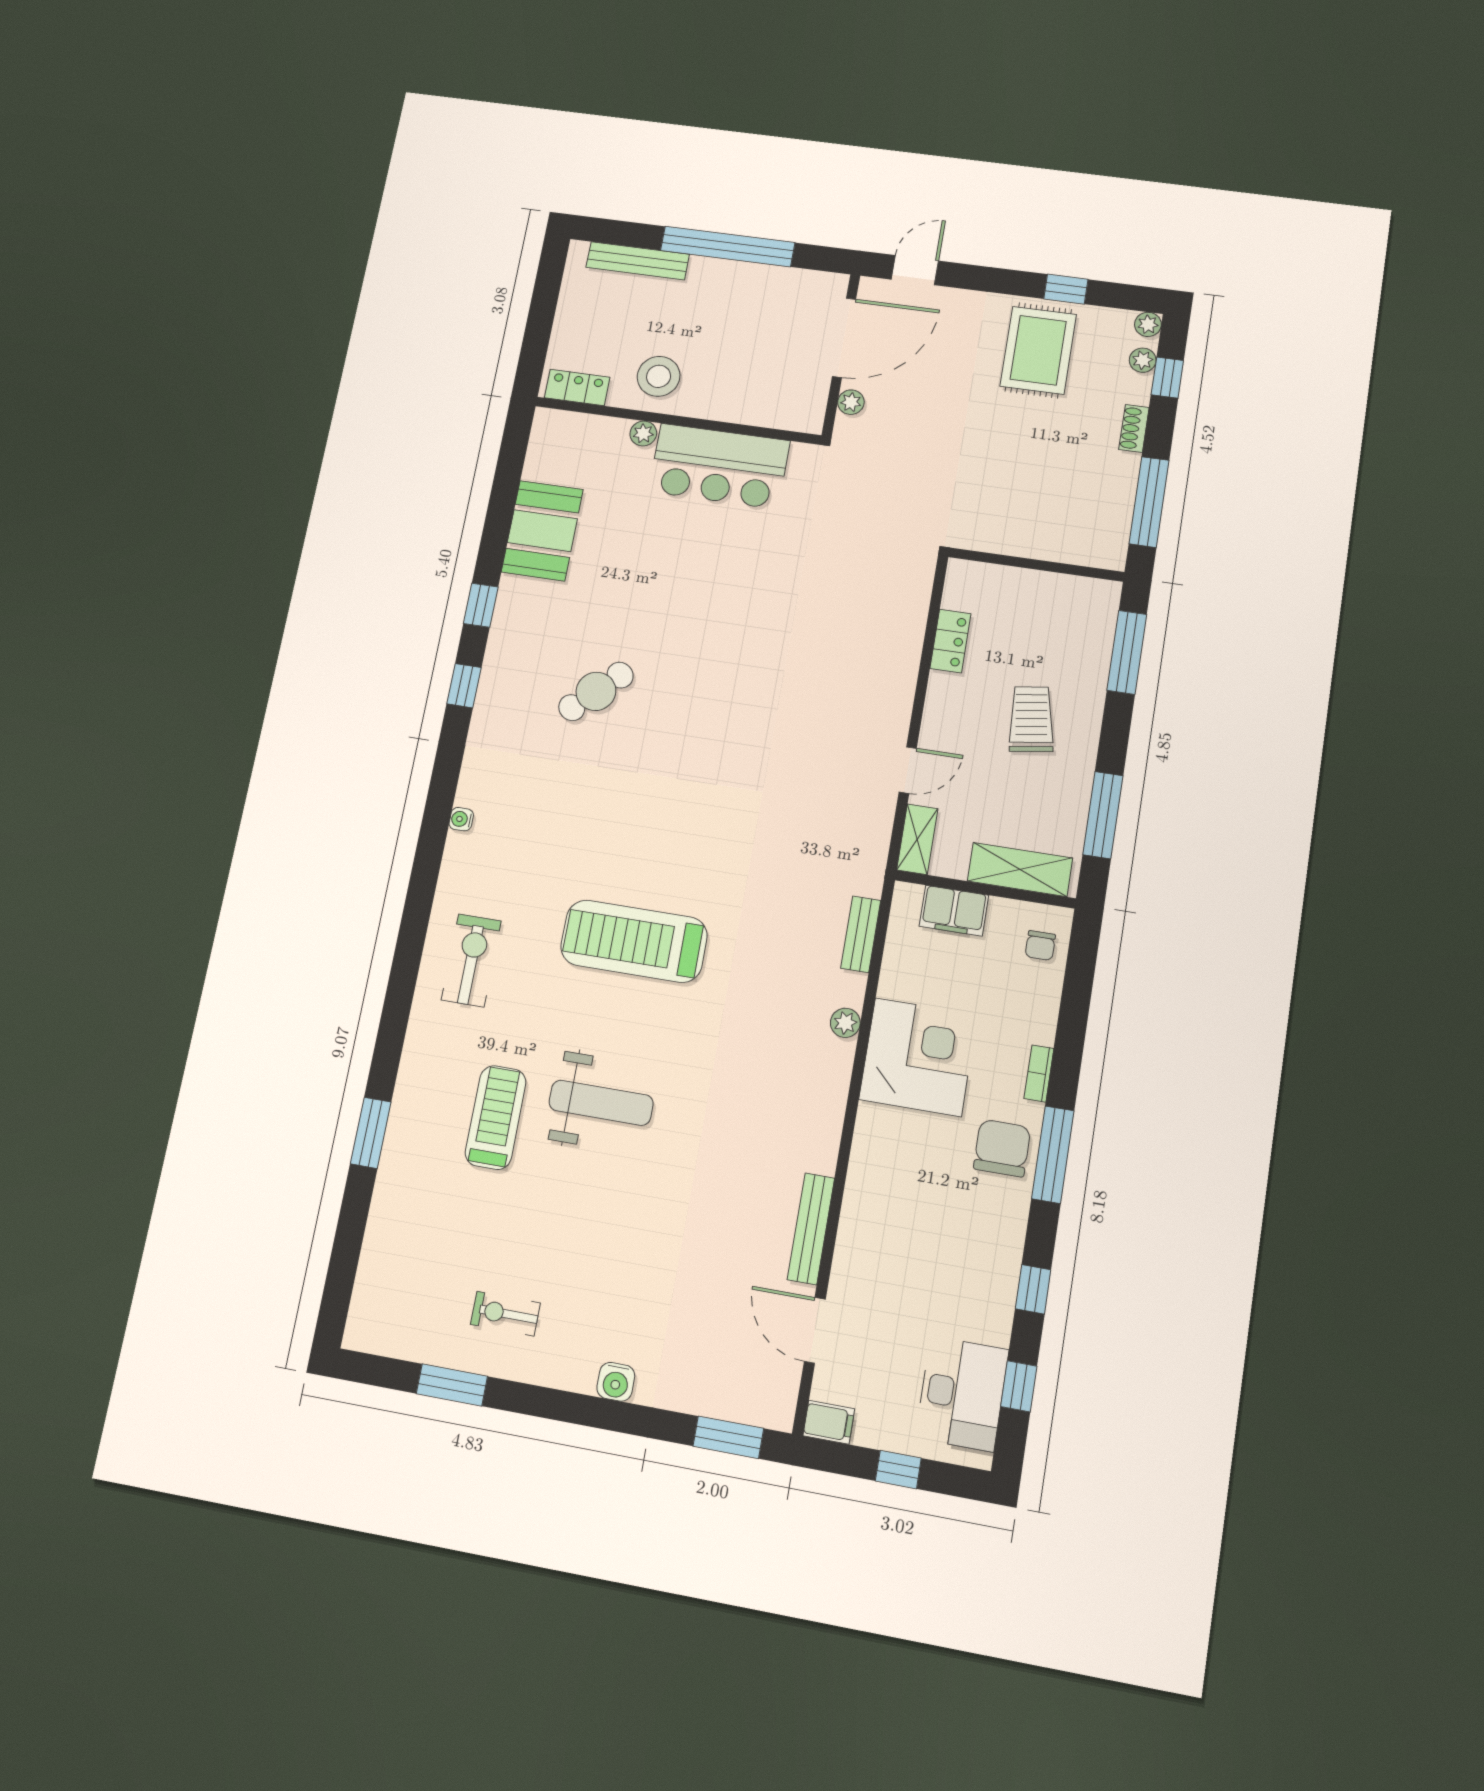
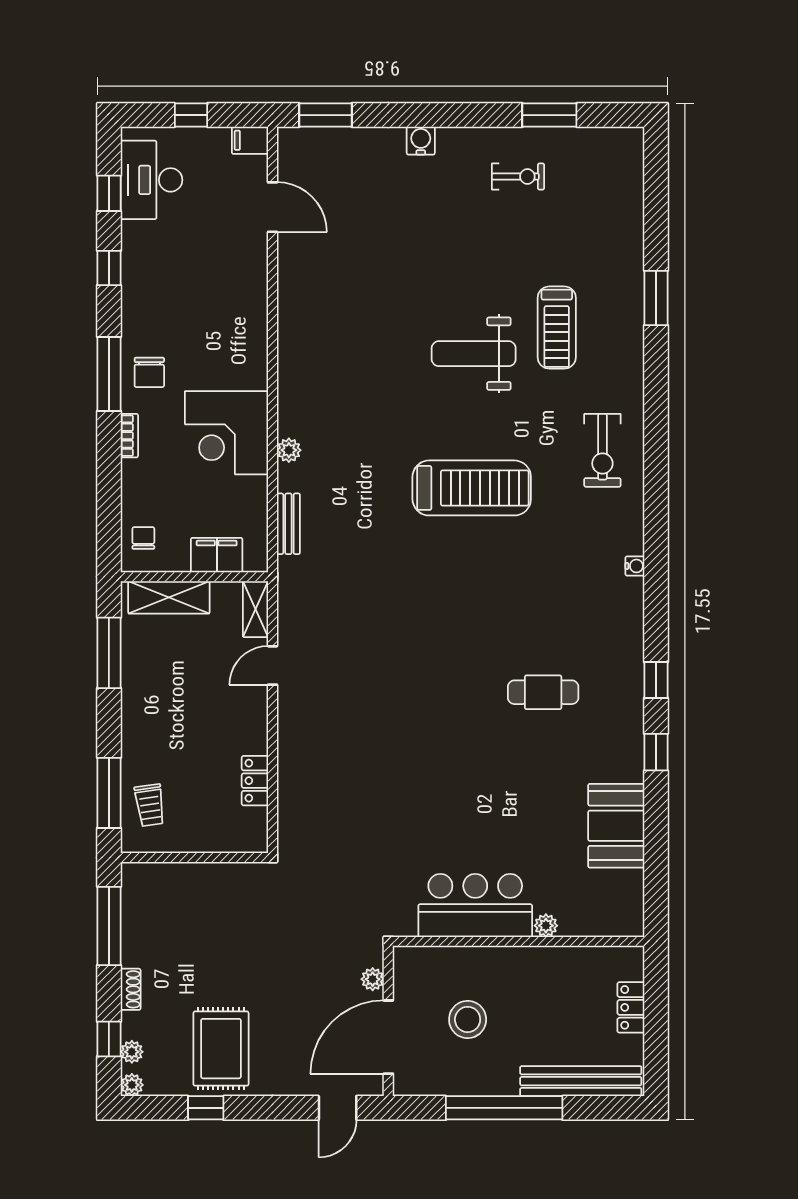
bench: (638, 261) -> (581, 1081), width x1.37, depth x1.21
stool: (659, 376) -> (468, 1019), moved
locker: (577, 387) -> (631, 1007), moved, turned 90
cafe table: (596, 691) -> (543, 692), turned 44
trolley: (1031, 719) -> (150, 805), moved, width x0.73, depth x0.72
chair: (1002, 1148) -> (149, 372), width x0.73, depth x0.73
bench: (811, 1229) -> (289, 284), removed

